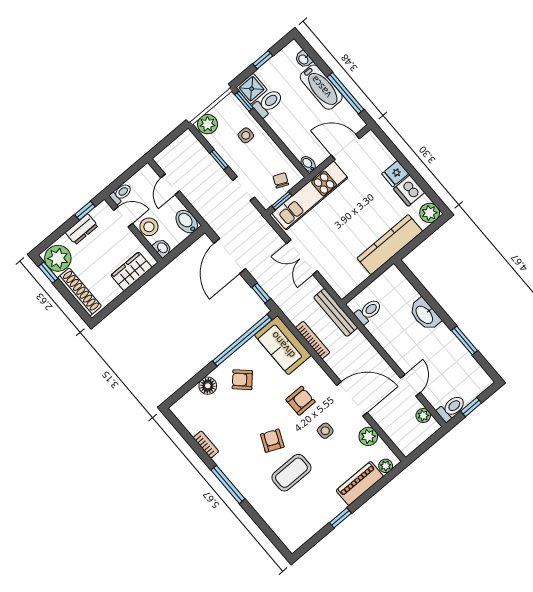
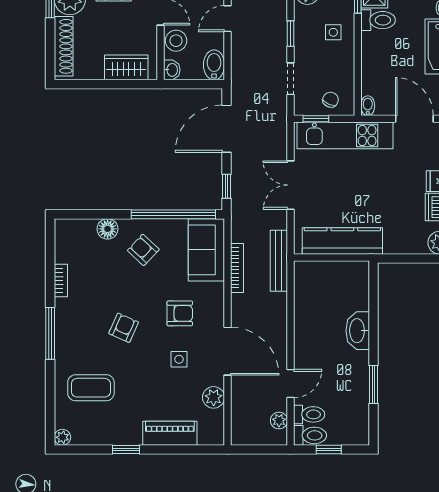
kitchen counter: (390, 245) -> (342, 241), moved
toilet: (368, 311) -> (309, 414), moved
plant: (386, 466) -> (62, 437), moved
coffee table: (291, 473) -> (91, 388), moved

